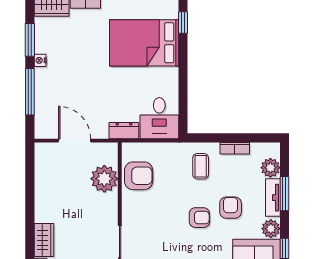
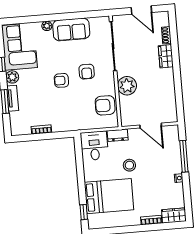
window: (30, 40) -> (187, 192), removed
stool: (110, 85) -> (129, 165), added
coffee table: (201, 166) -> (64, 115), removed
plant: (270, 168) -> (16, 118), removed
plant: (104, 179) -> (127, 86), moved
armchair: (231, 208) -> (87, 72), moved

